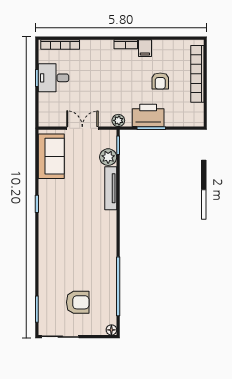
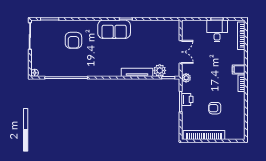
filing cabinet: (145, 48) -> (239, 69), moved
bookcase: (197, 74) -> (204, 135), moved
printer: (148, 115) -> (187, 99), width x0.53, depth x0.68
sofa: (51, 156) -> (114, 29), moved
armchair: (78, 302) -> (73, 40), moved

